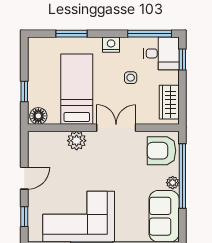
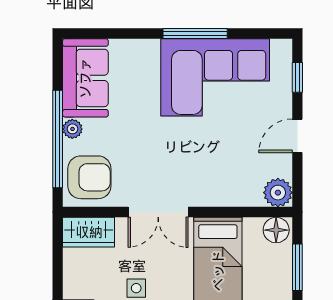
window: (24, 91) -> (297, 267), width x1.50
wardrobe: (169, 102) -> (89, 232), moved, turned 90
plant: (77, 141) -> (278, 193), moved

